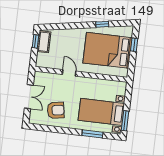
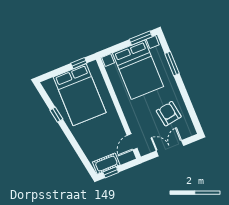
window: (134, 45) -> (79, 63), moved
door: (69, 73) -> (132, 142), moved
bed with nightstands: (101, 112) -> (138, 70), width x1.36

